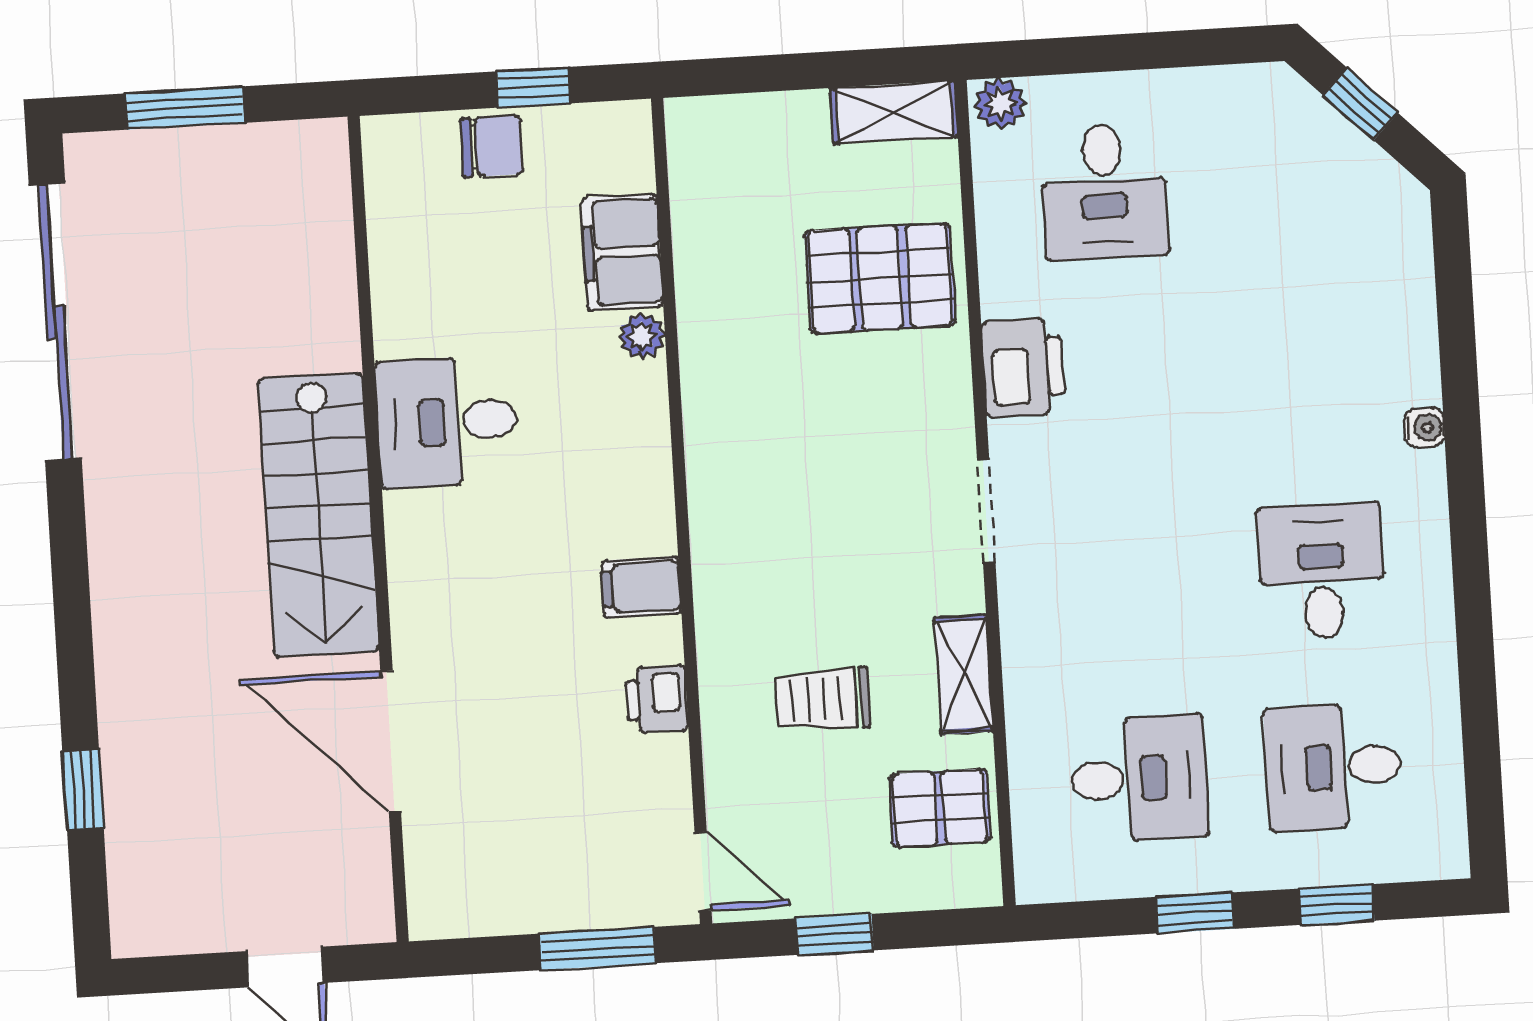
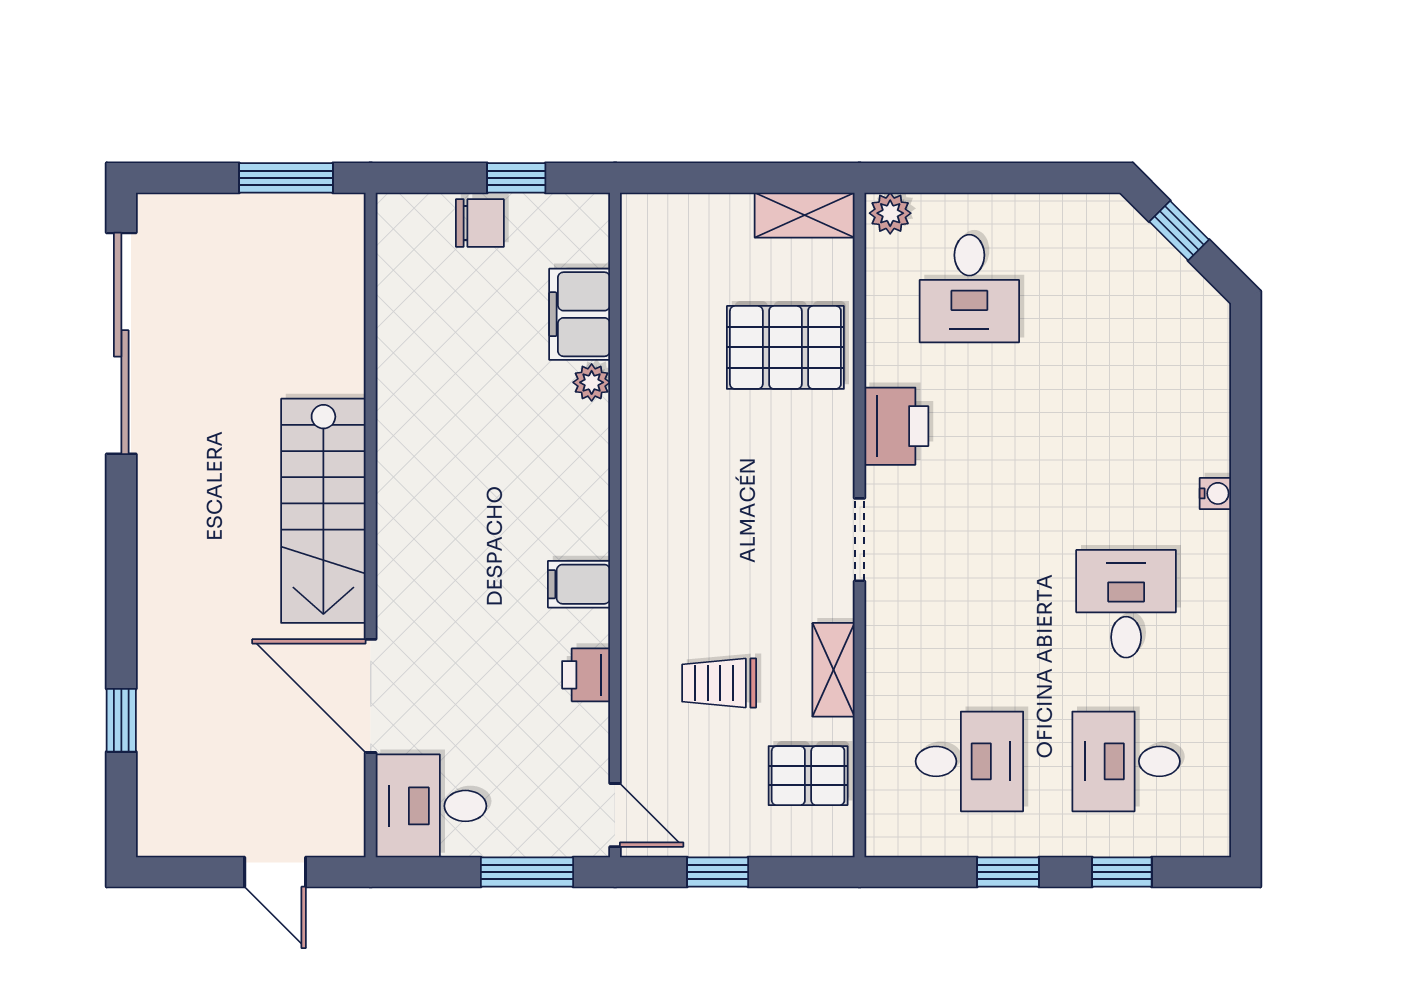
window: (185, 108) -> (286, 178), moved
desk: (447, 422) -> (431, 806), moved

